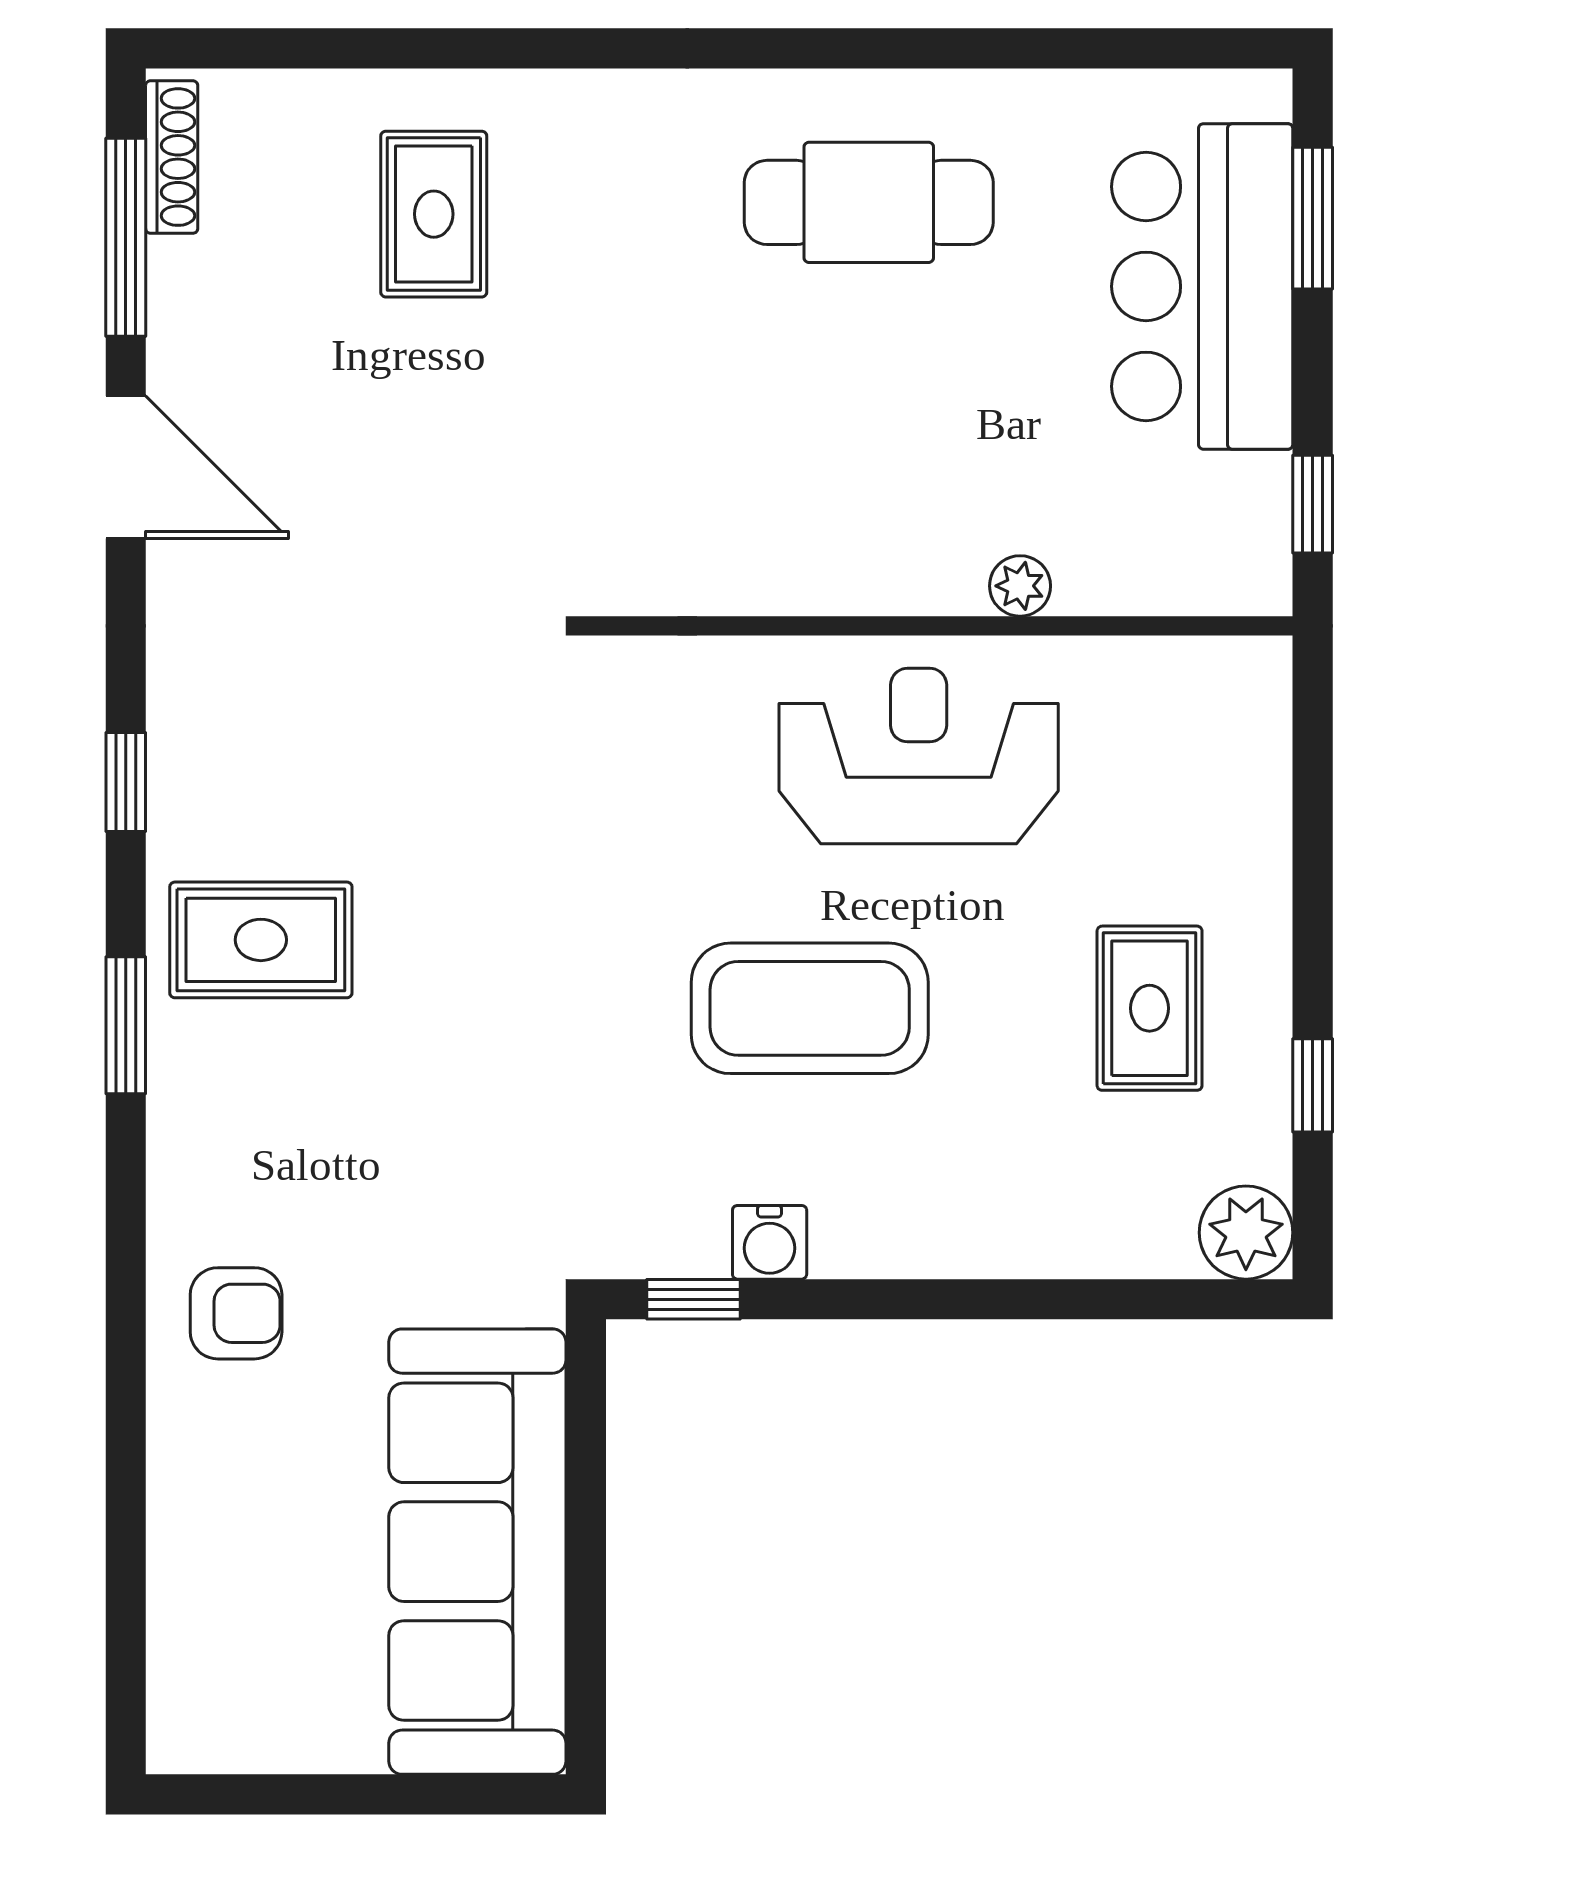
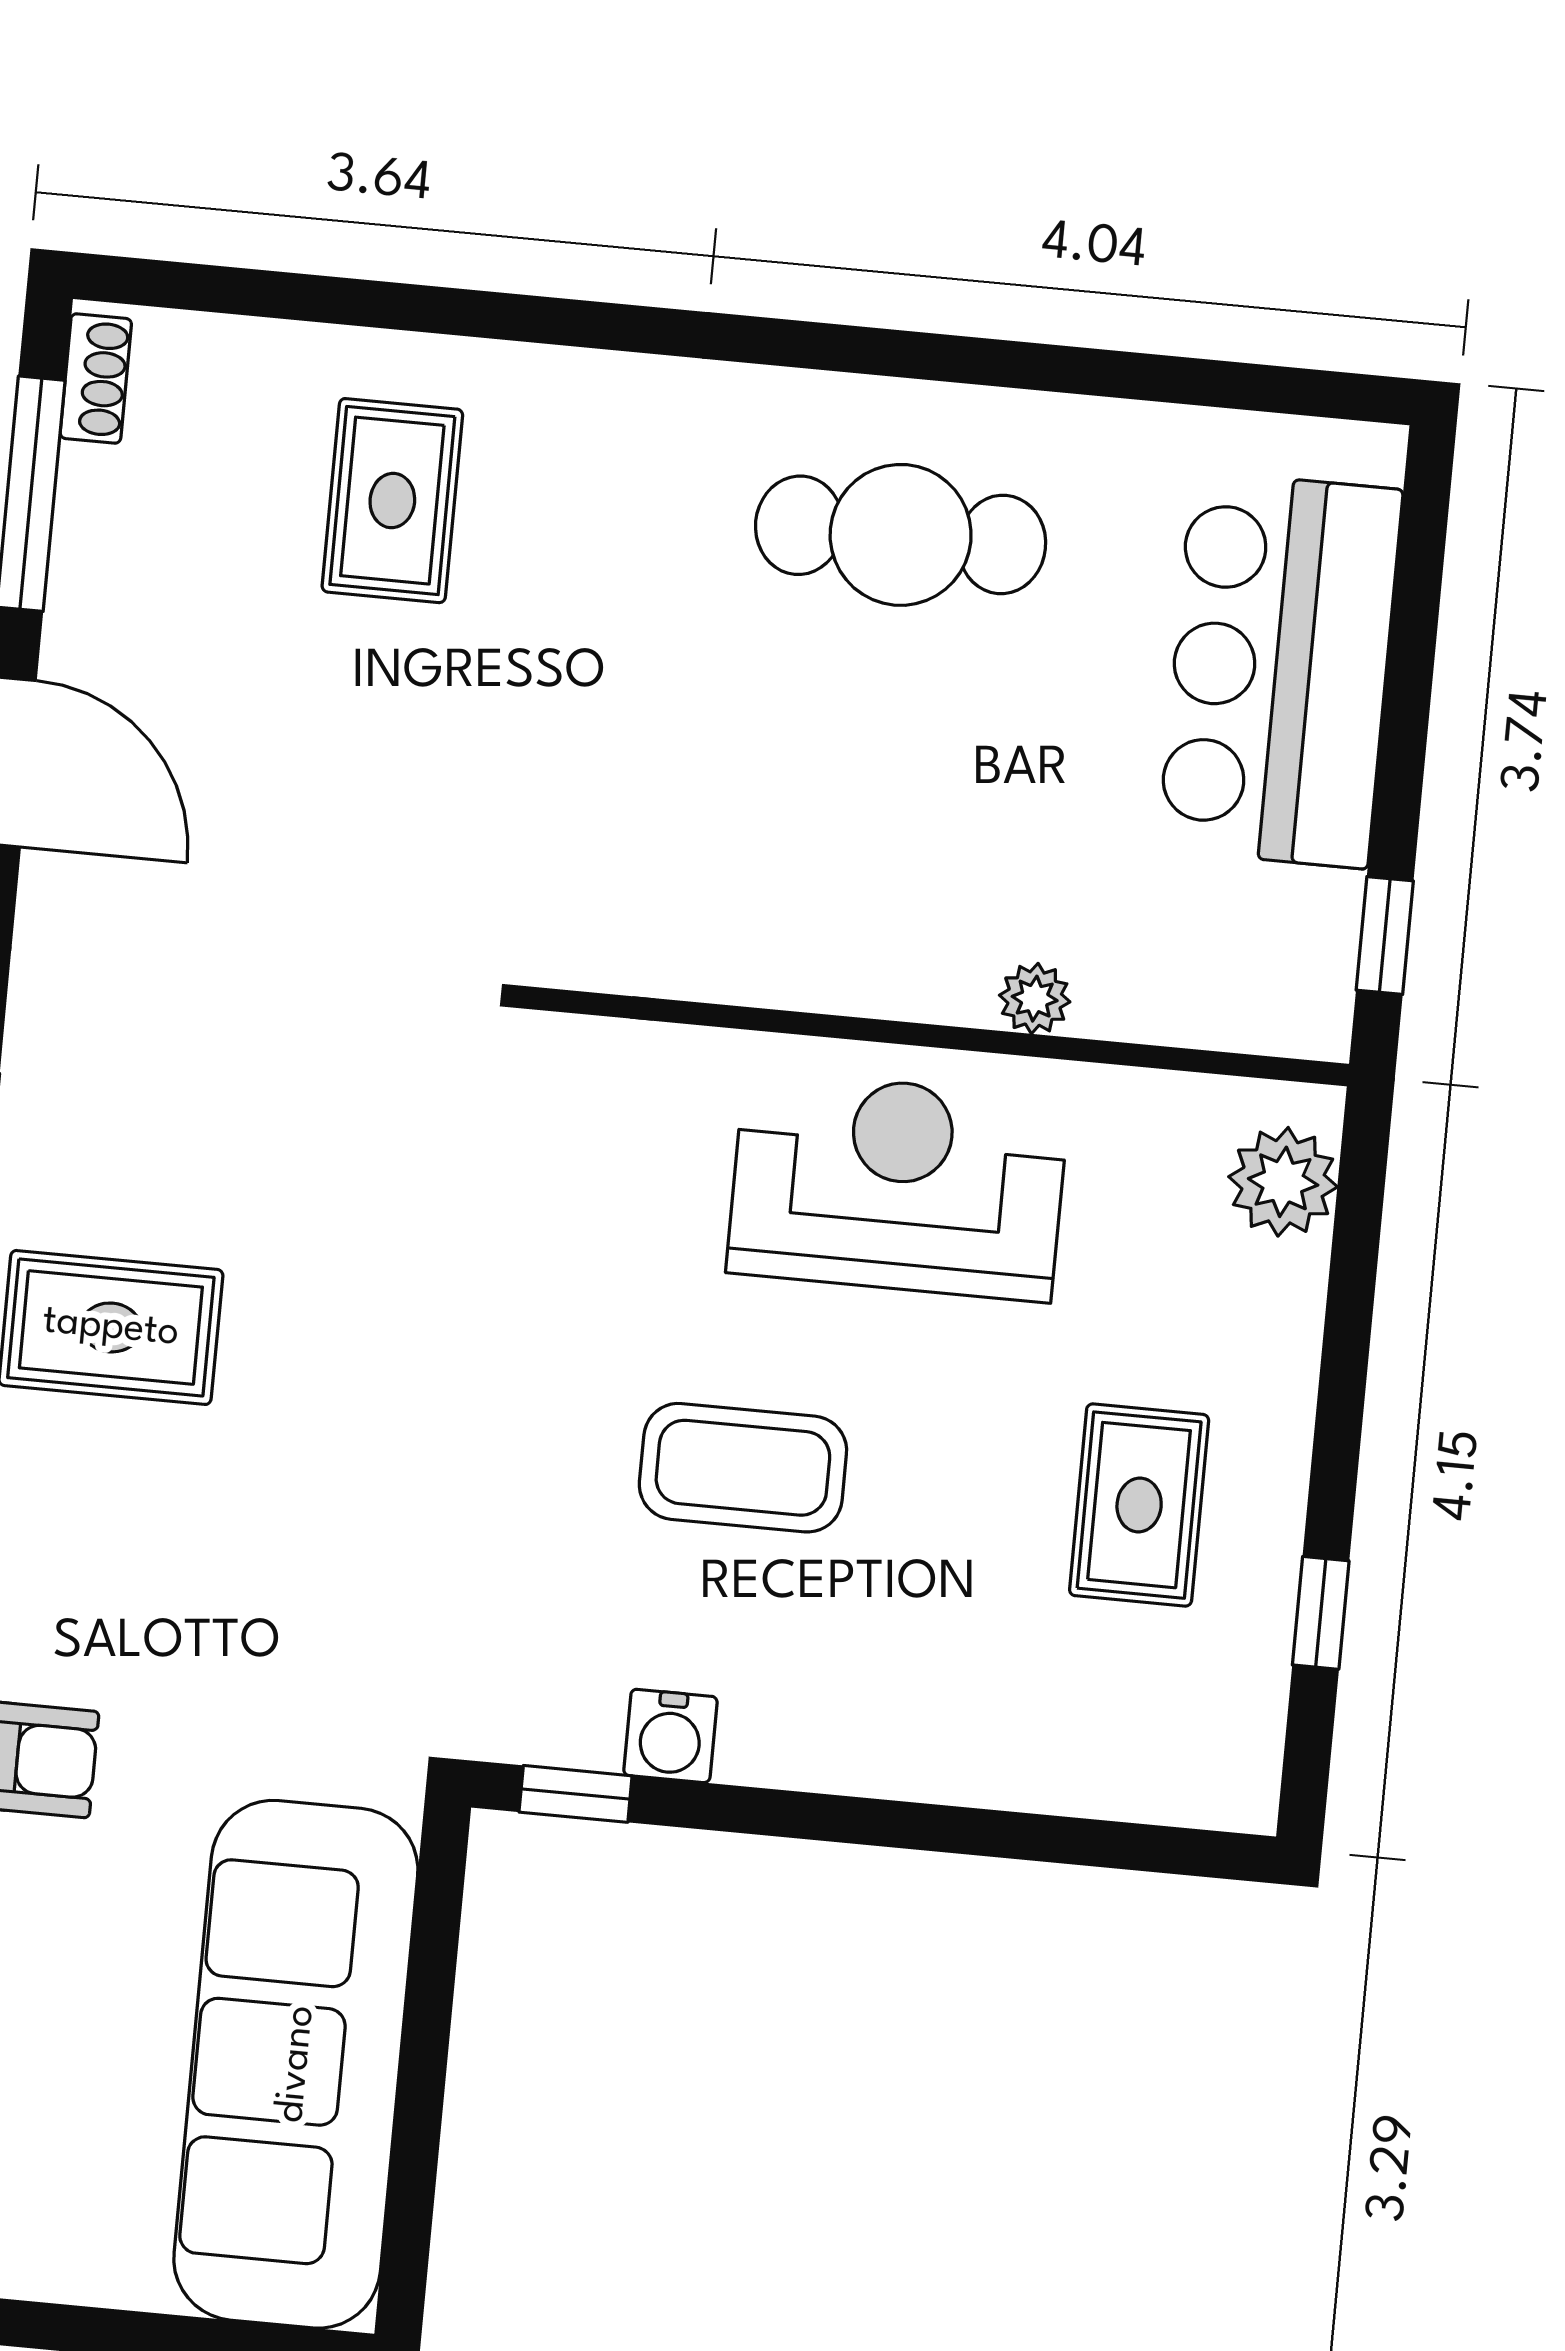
shoe rack: (172, 157) -> (96, 379), width x0.70
window: (1313, 218) -> (1416, 602), removed
coffee table: (810, 1008) -> (743, 1468), width x0.73, depth x0.76
plant: (1246, 1233) -> (1283, 1182), moved

